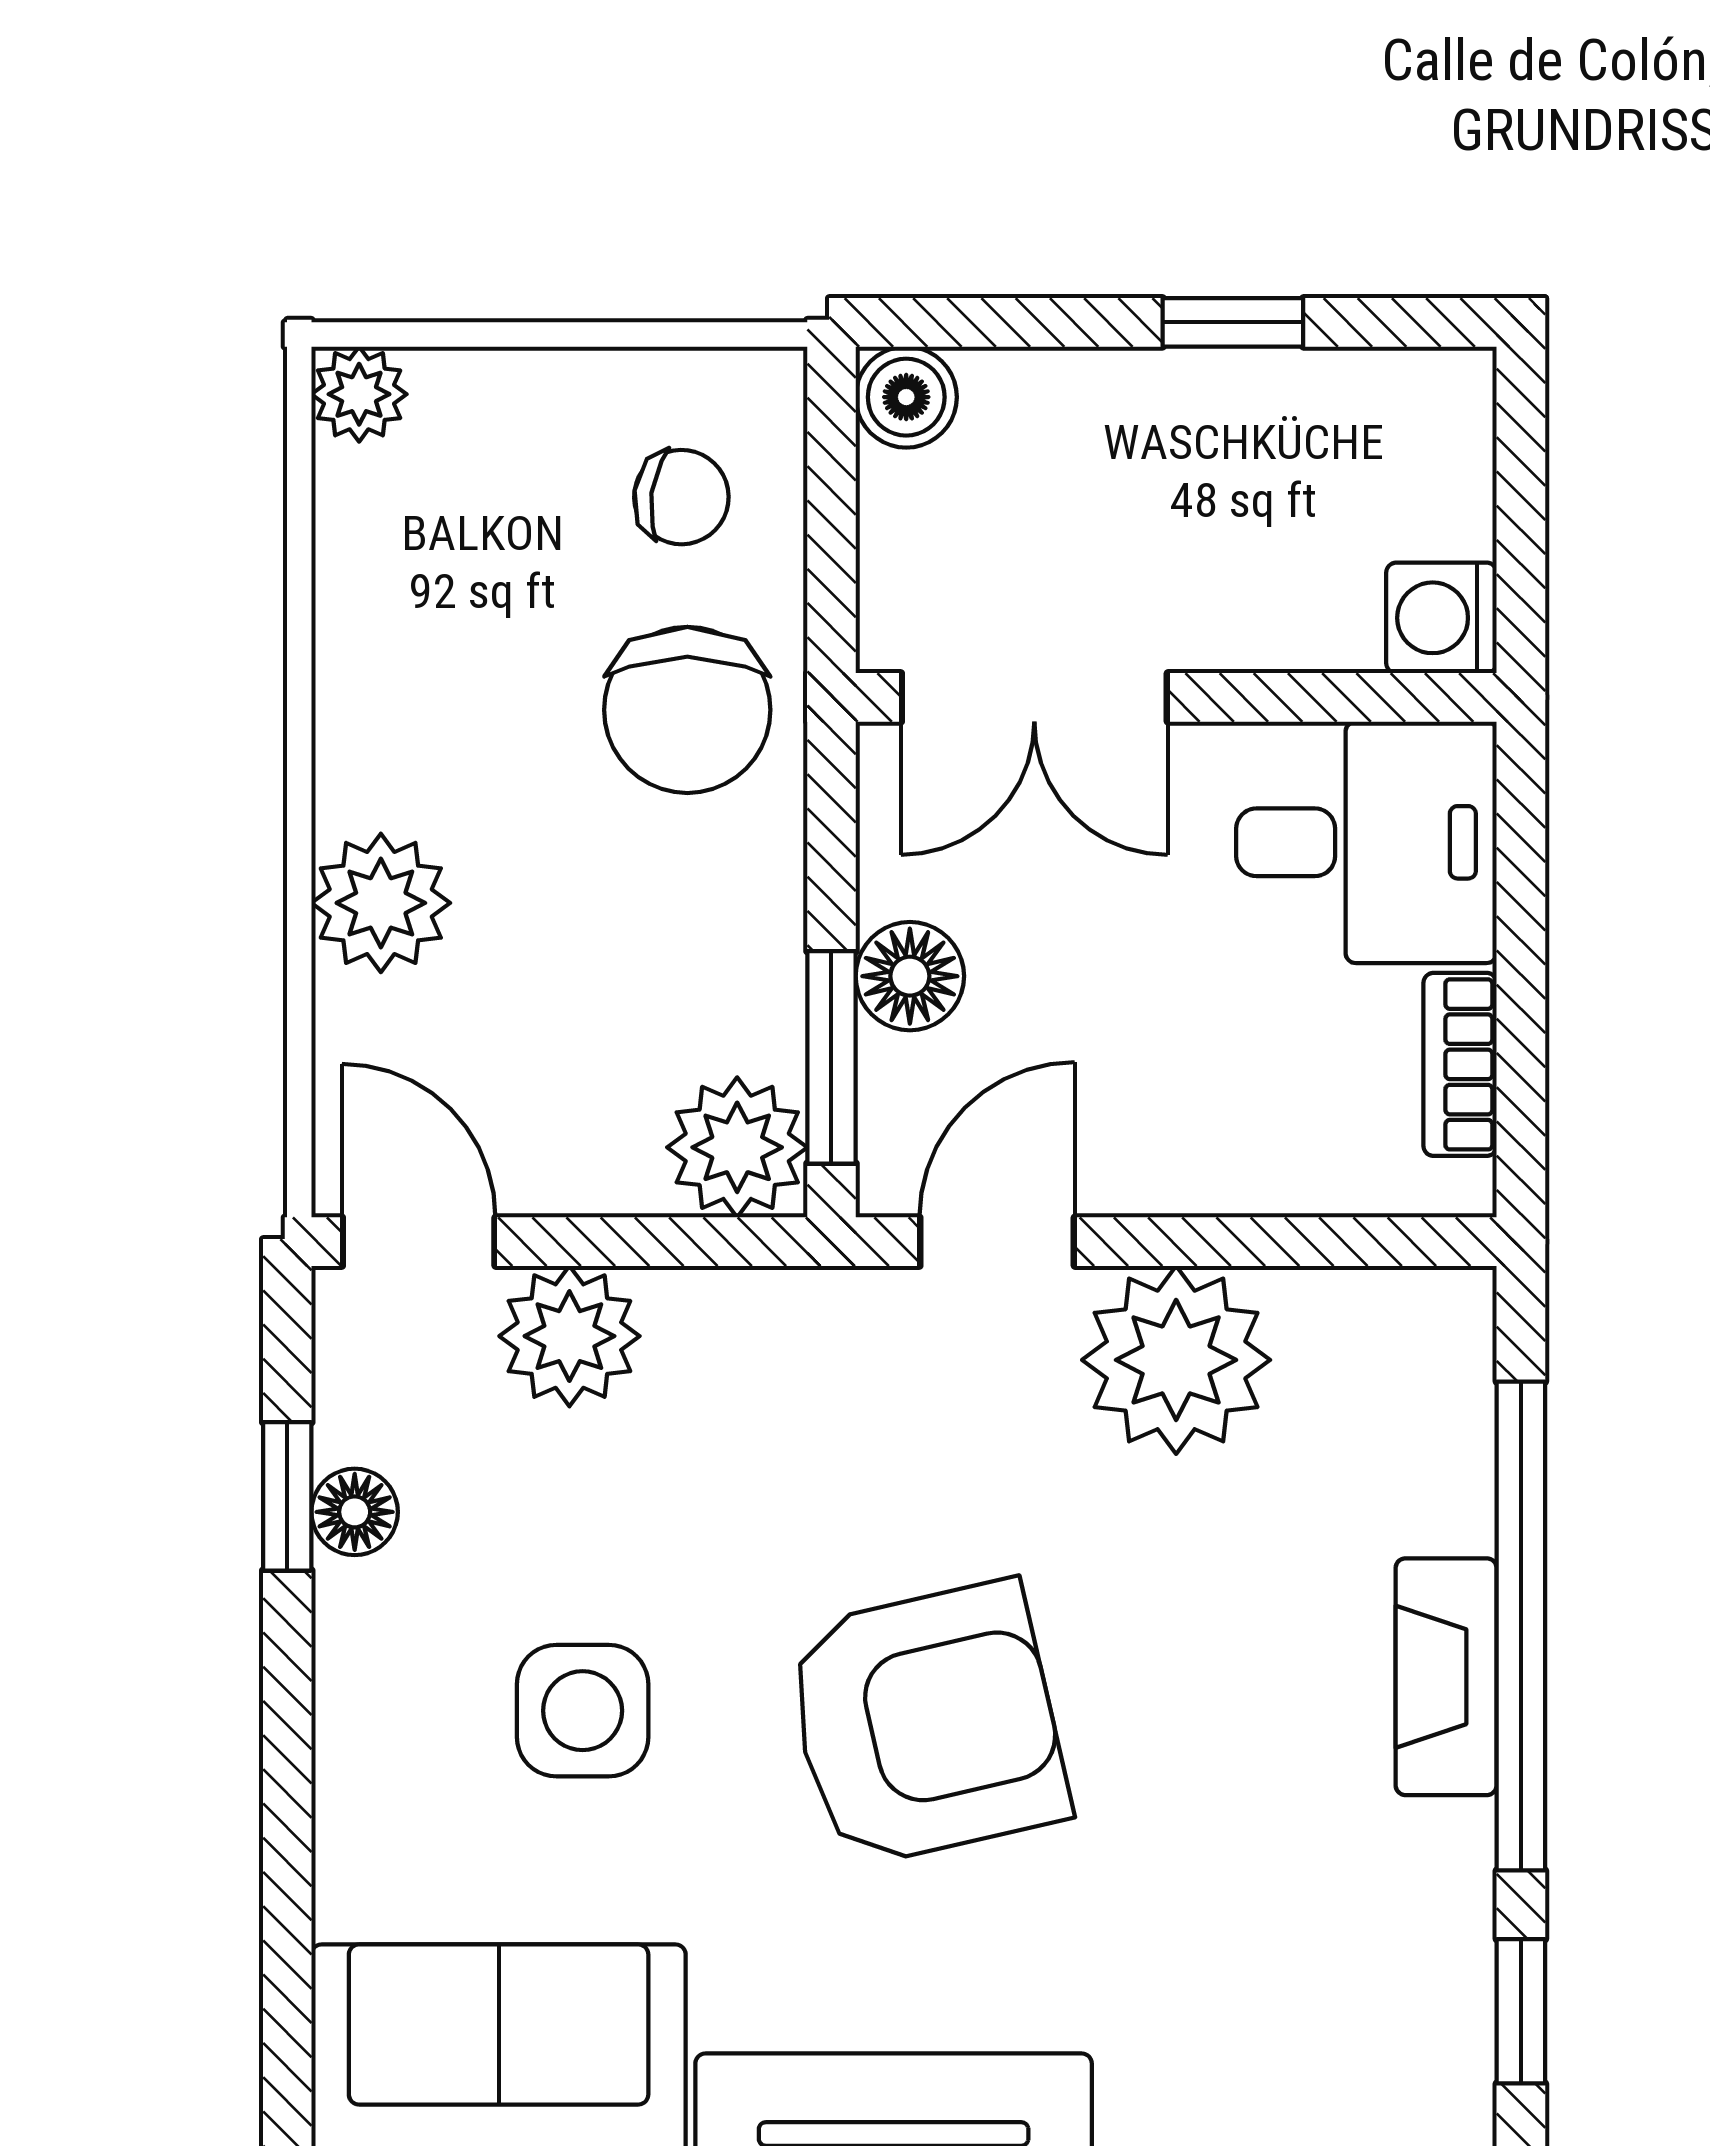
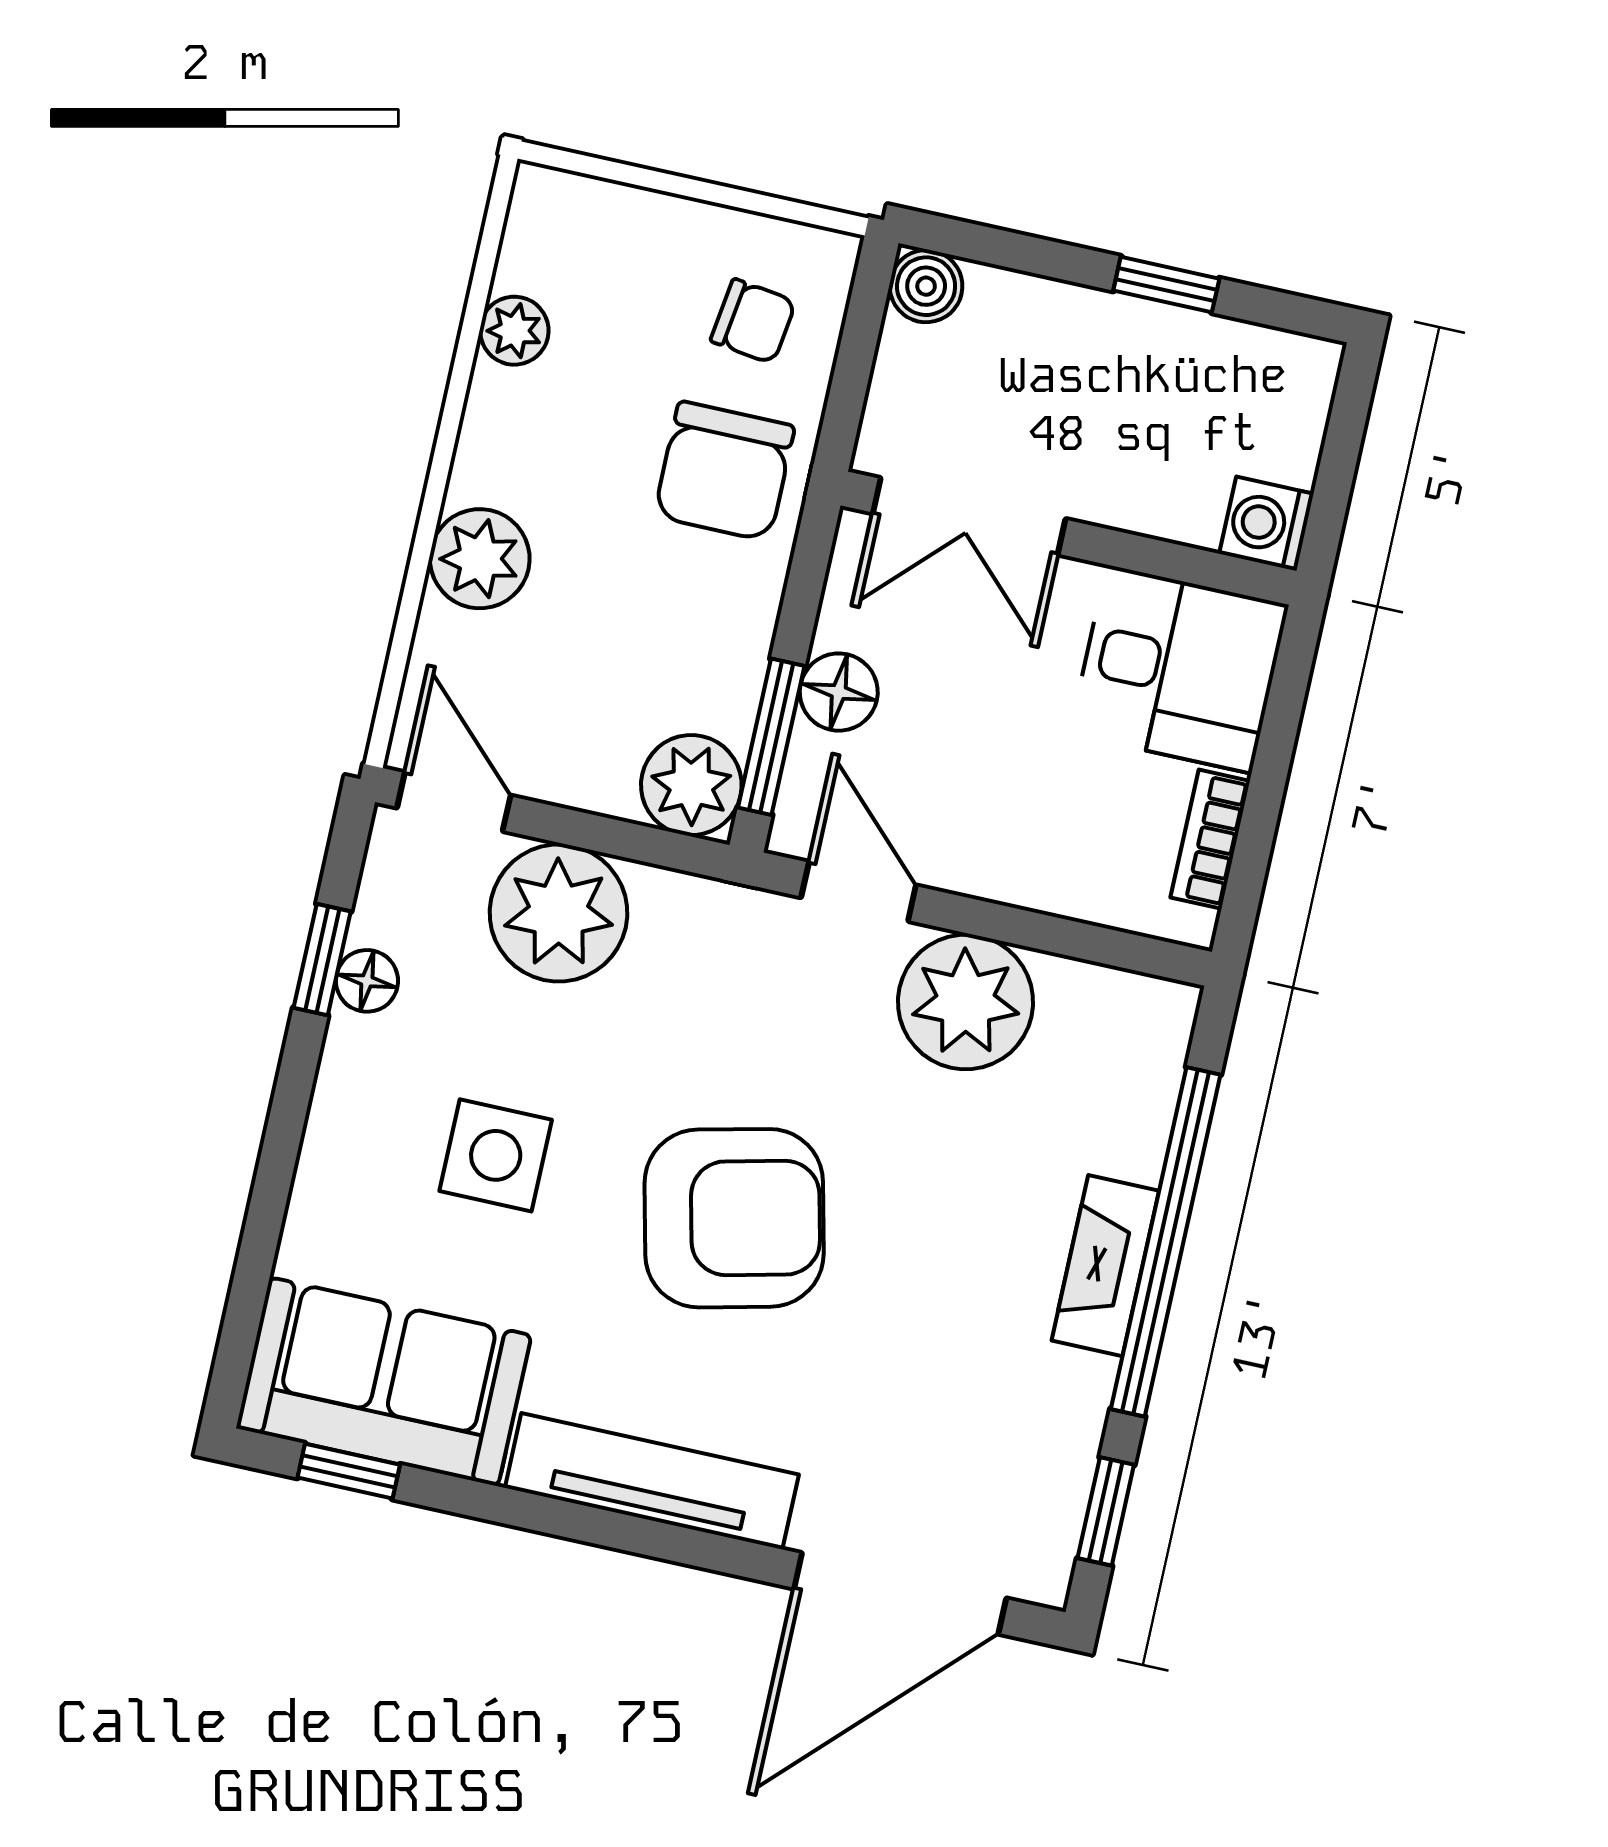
plant: (359, 394) -> (514, 331), moved
door: (997, 1242) -> (859, 891), hinge flipped
plant: (569, 1336) -> (559, 913), width x1.36, depth x1.36

